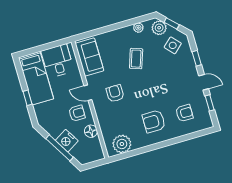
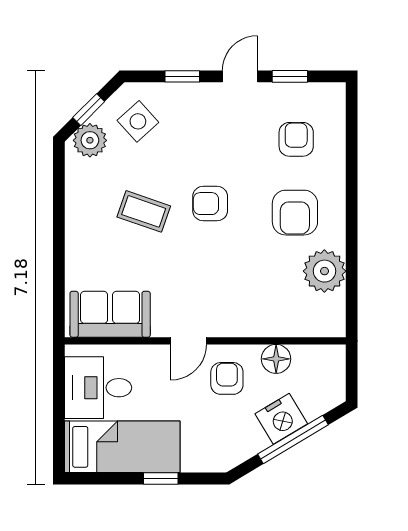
plant: (138, 28) -> (76, 186), removed
armchair: (115, 93) -> (210, 204), moved
plant: (122, 144) -> (324, 271), moved

